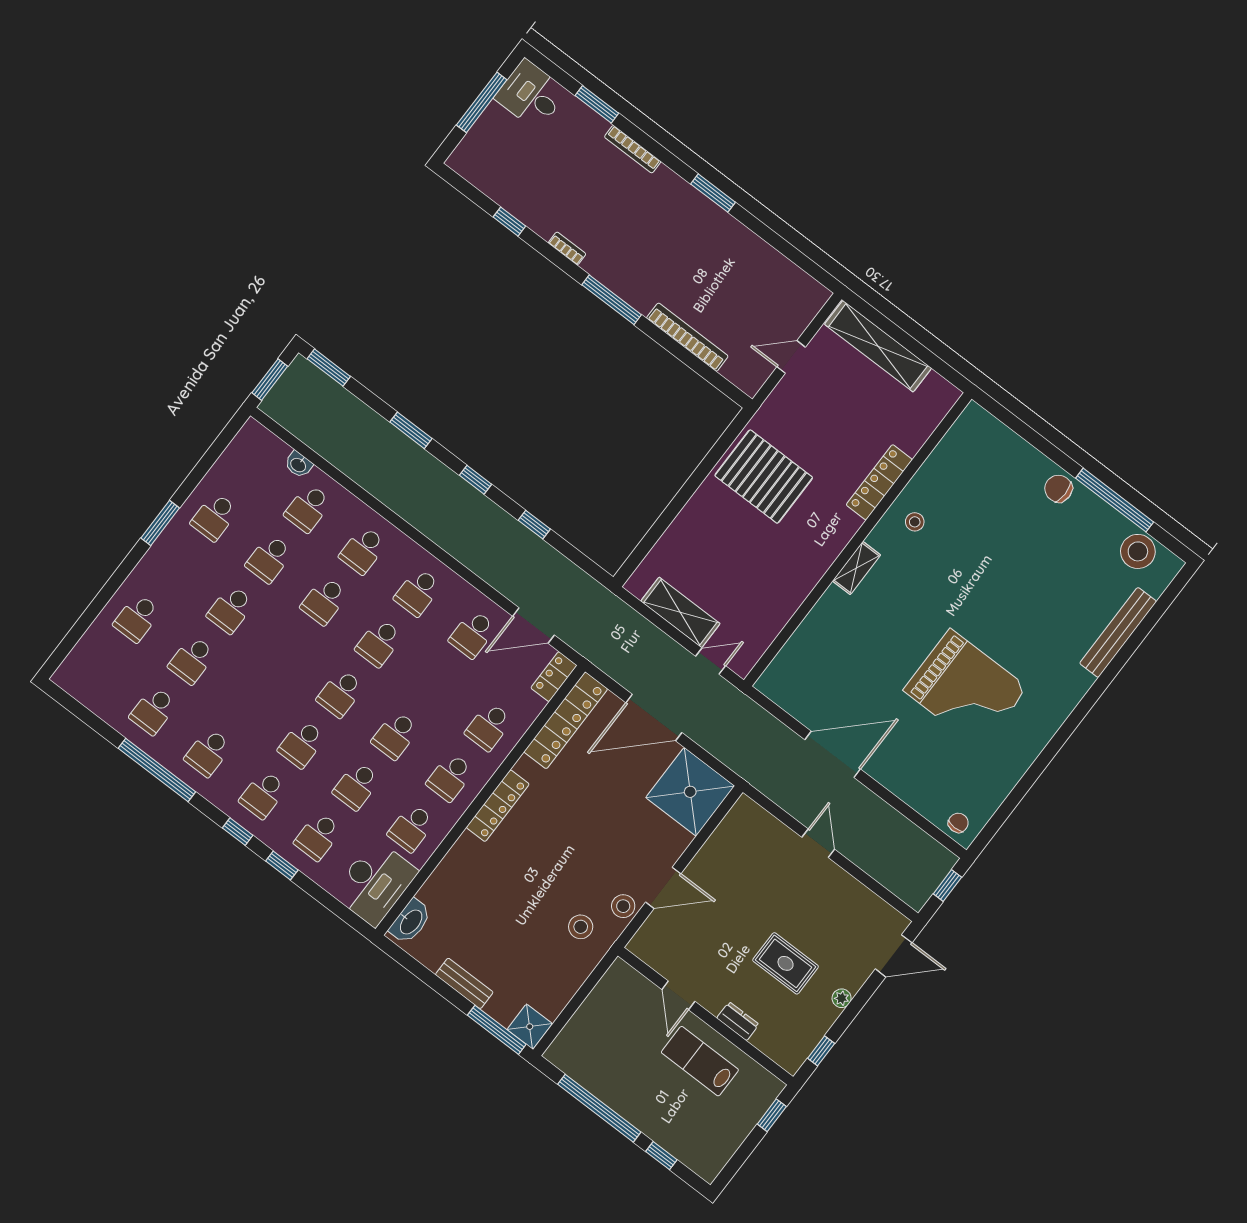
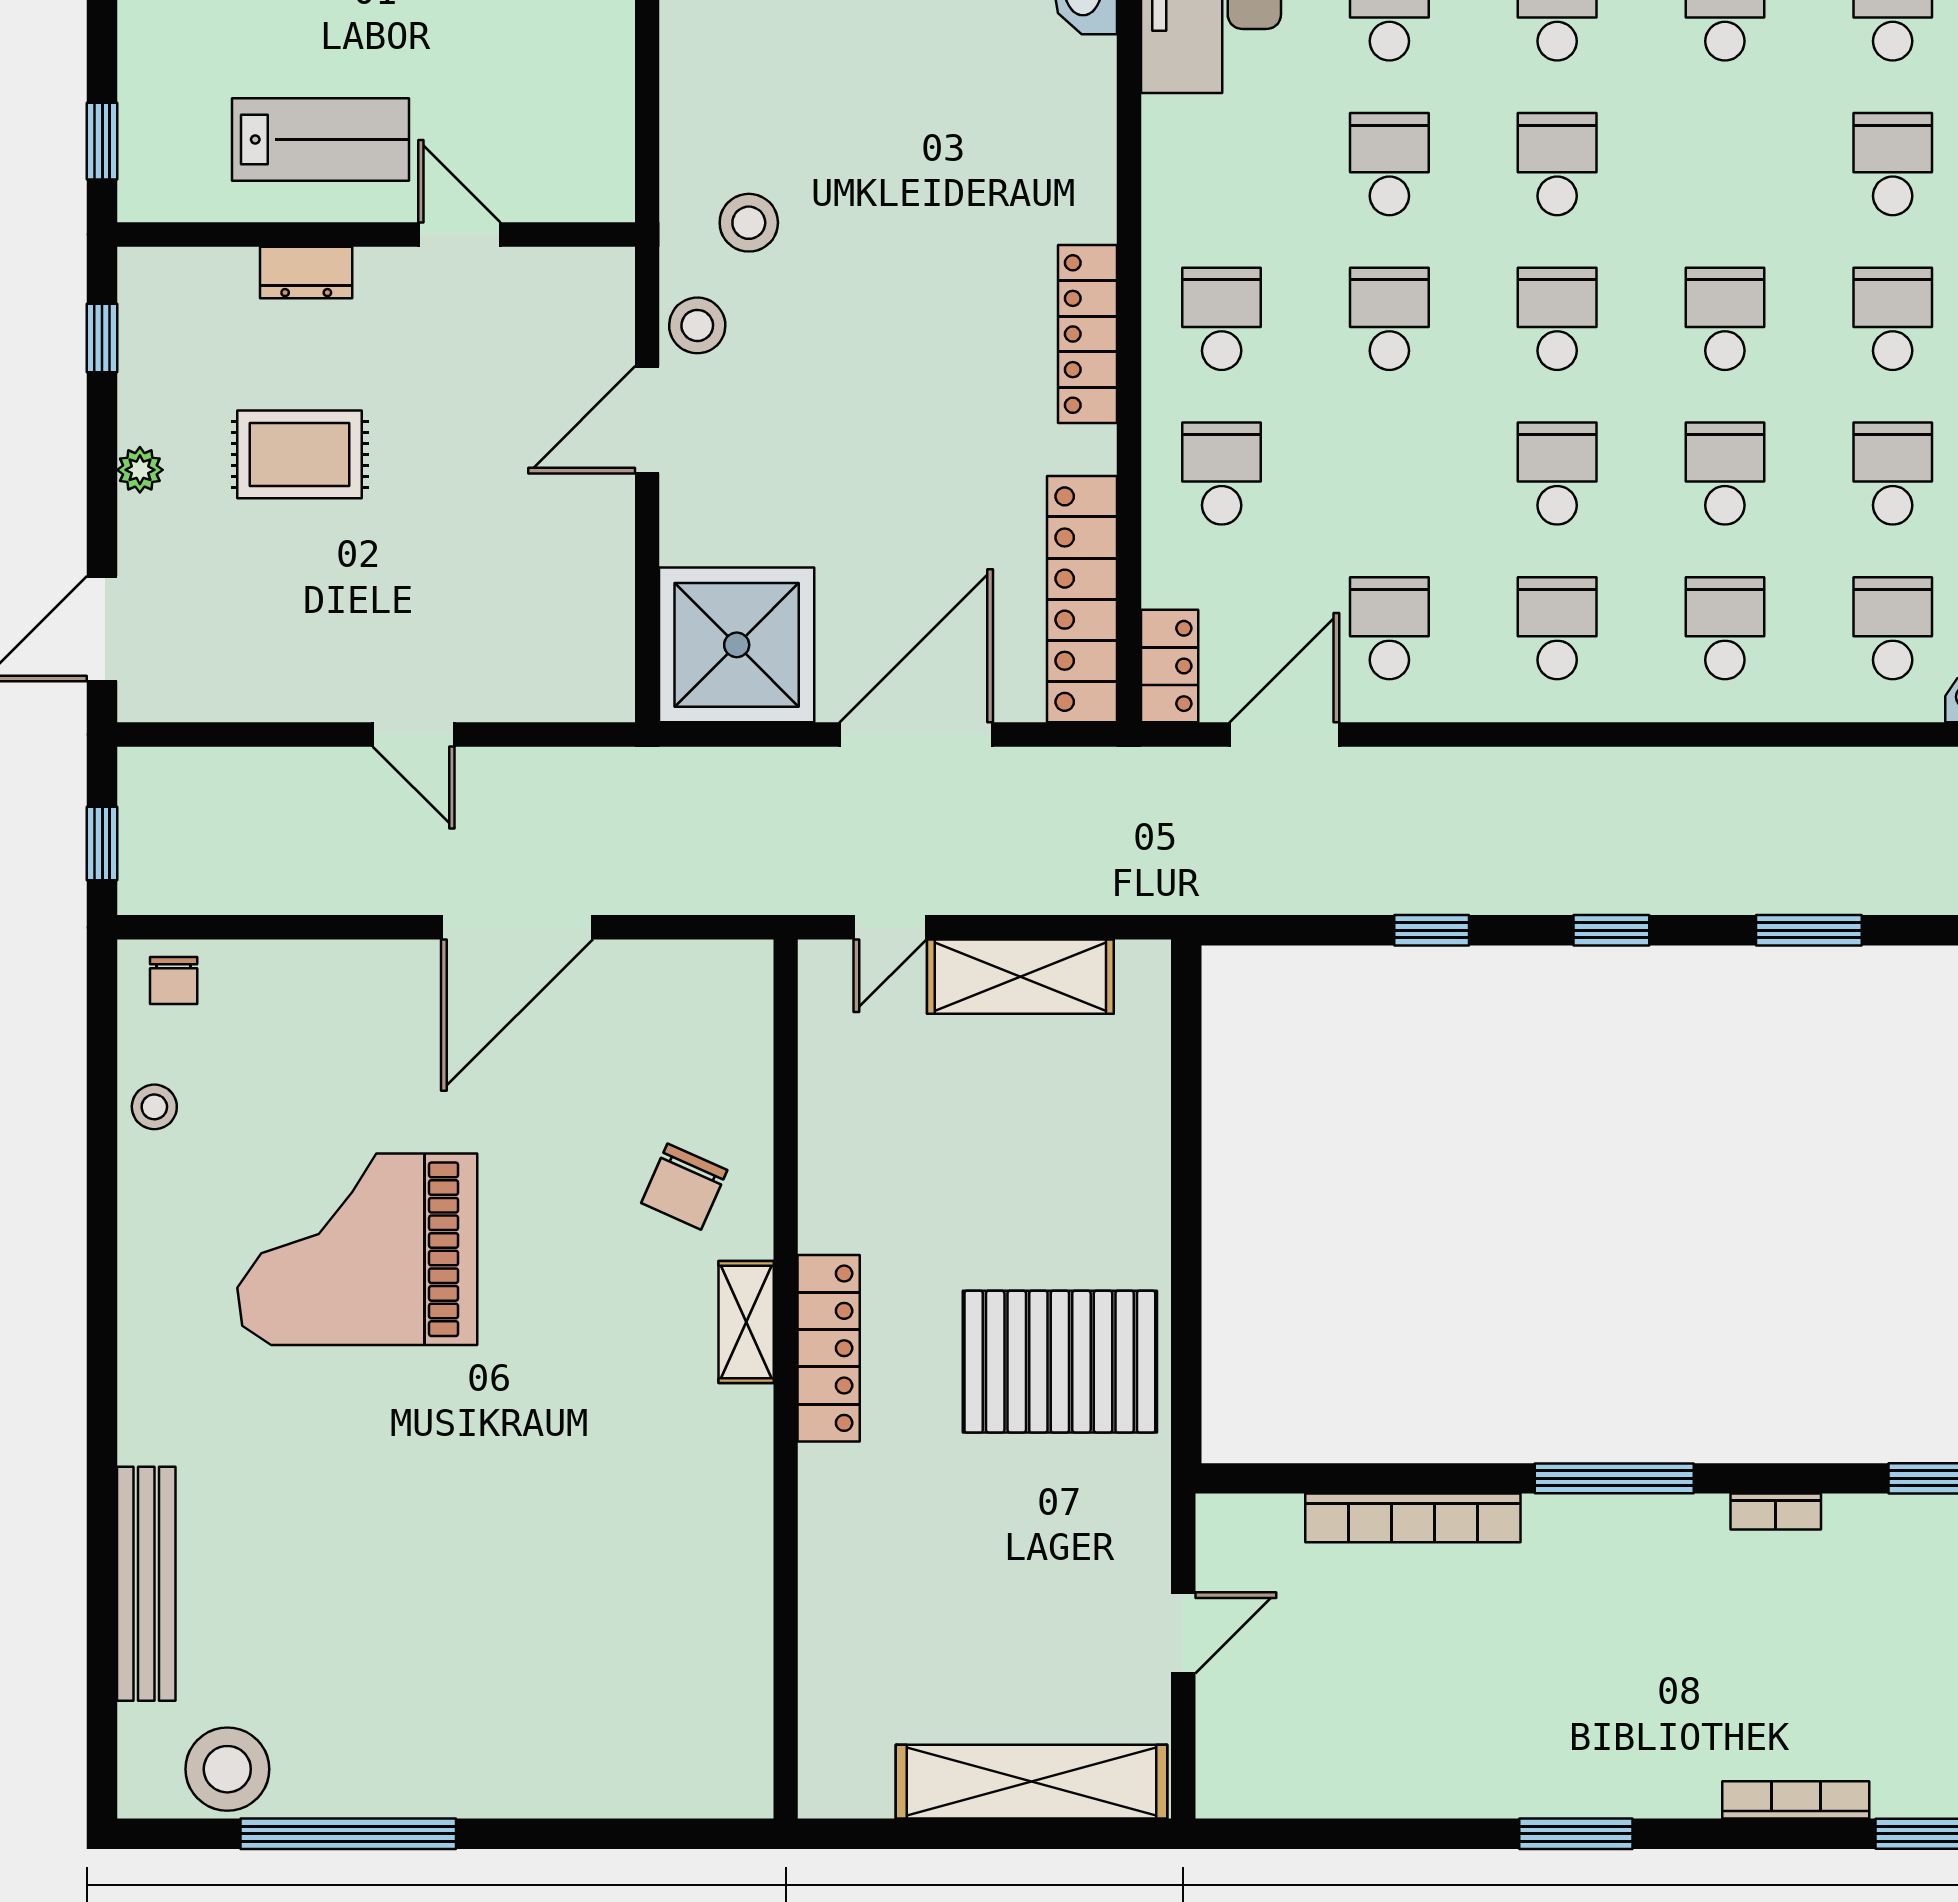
locker: (879, 482) -> (829, 1348), moved
chair: (1058, 489) -> (684, 1187), moved, turned 114
stool: (915, 522) -> (154, 1107), moved
school desk: (411, 828) -> (1725, 319), moved

